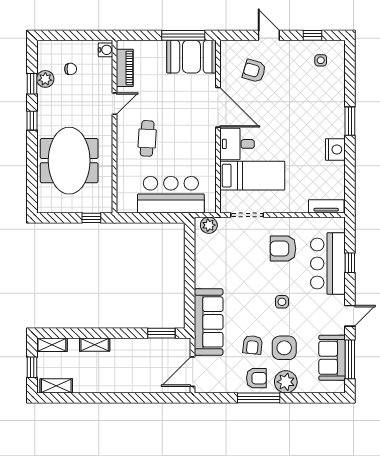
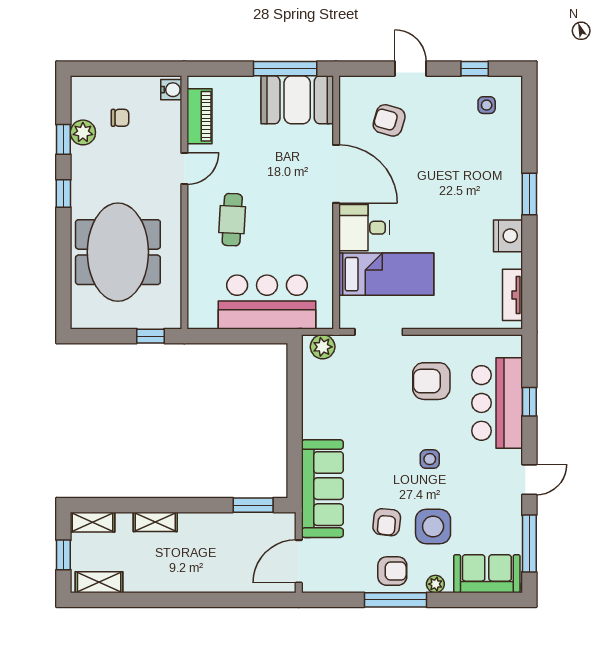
tv unit: (326, 206) -> (512, 295), moved, turned -90
sofa: (332, 358) -> (487, 574), moved, turned 90
plant: (286, 382) -> (435, 584), width x0.53, depth x0.53

